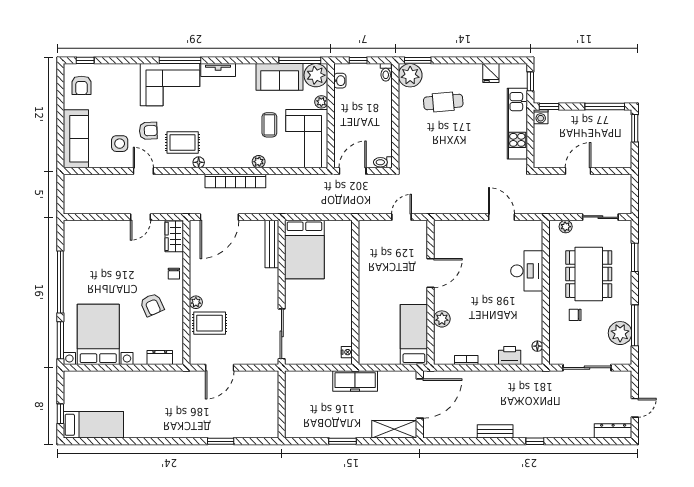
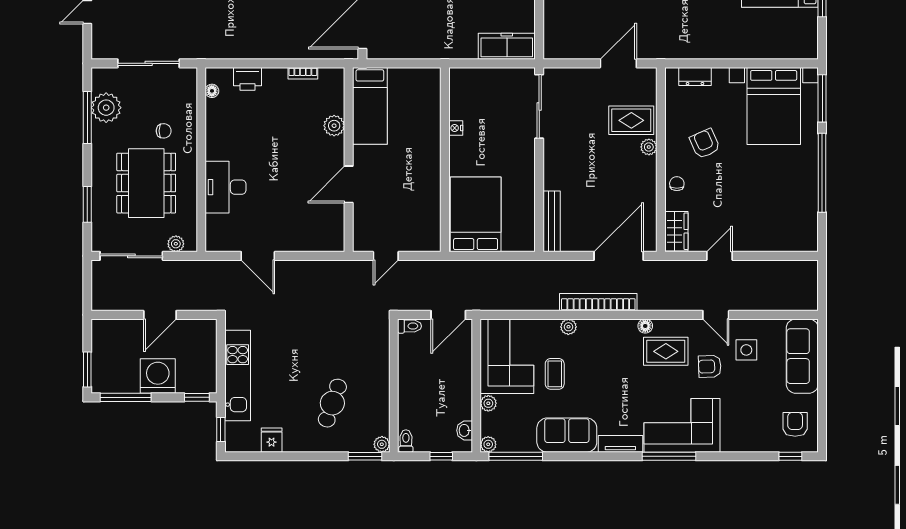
plant: (316, 75) -> (488, 444), width x0.53, depth x0.53
plant: (410, 75) -> (382, 444), width x0.53, depth x0.53
sofa: (280, 77) -> (567, 435), moved
cafe table: (443, 102) -> (332, 403), turned -66
washing machine: (541, 117) -> (158, 376), moved, width x1.89, depth x1.89
sliding door: (600, 217) -> (131, 256), width x1.37
bed: (304, 249) -> (476, 214), moved
nightstand: (347, 352) -> (456, 128), moved
freezer: (355, 381) -> (507, 46), moved

